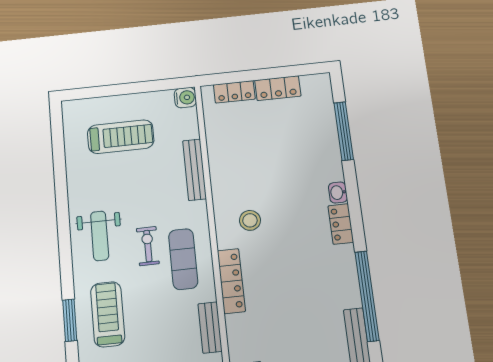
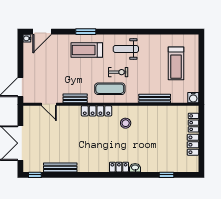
window: (344, 131) -> (166, 175), width x0.46
window: (367, 296) -> (82, 175), removed
treadmill: (108, 314) -> (87, 50), turned 180

